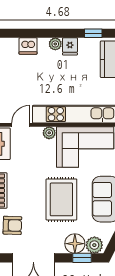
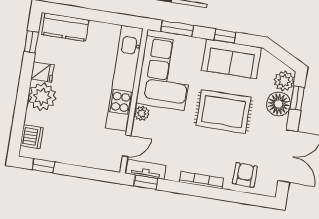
plant: (55, 44) -> (42, 97), width x1.88, depth x1.88
dishwasher: (28, 46) -> (32, 137), moved
door: (21, 125) -> (127, 146), swing flipped

